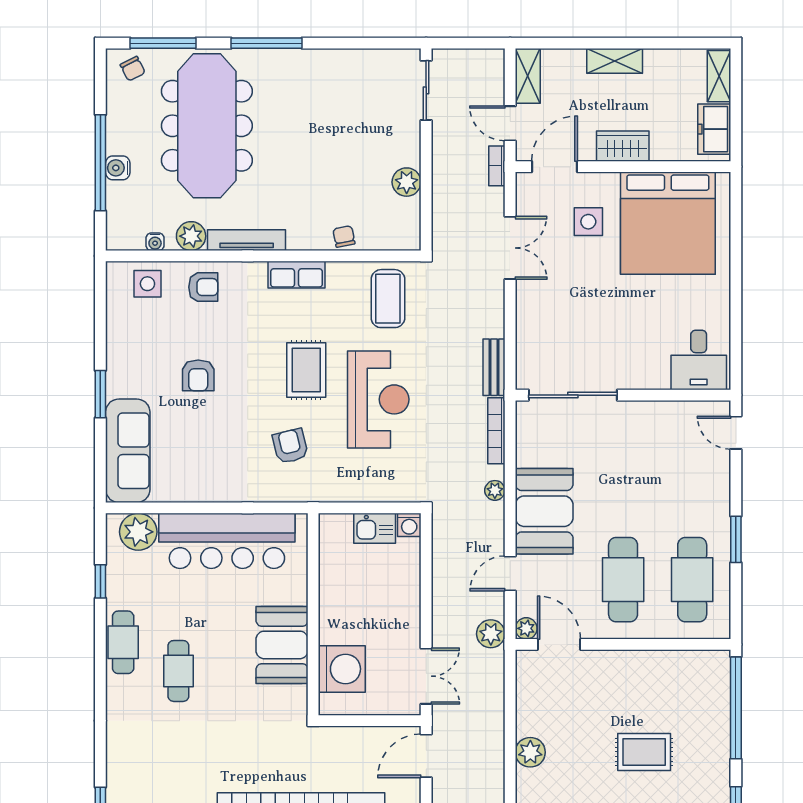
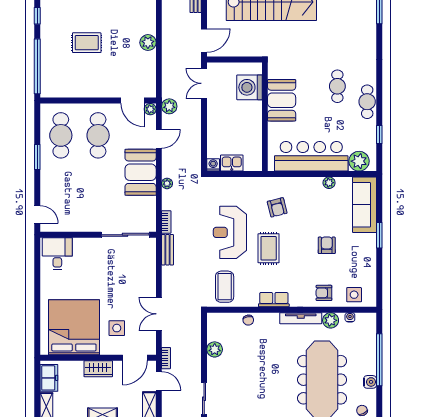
water cooler: (118, 168) -> (370, 382), moved
bookcase: (496, 431) -> (166, 222), width x0.64
plant: (194, 492) -> (329, 183), added

